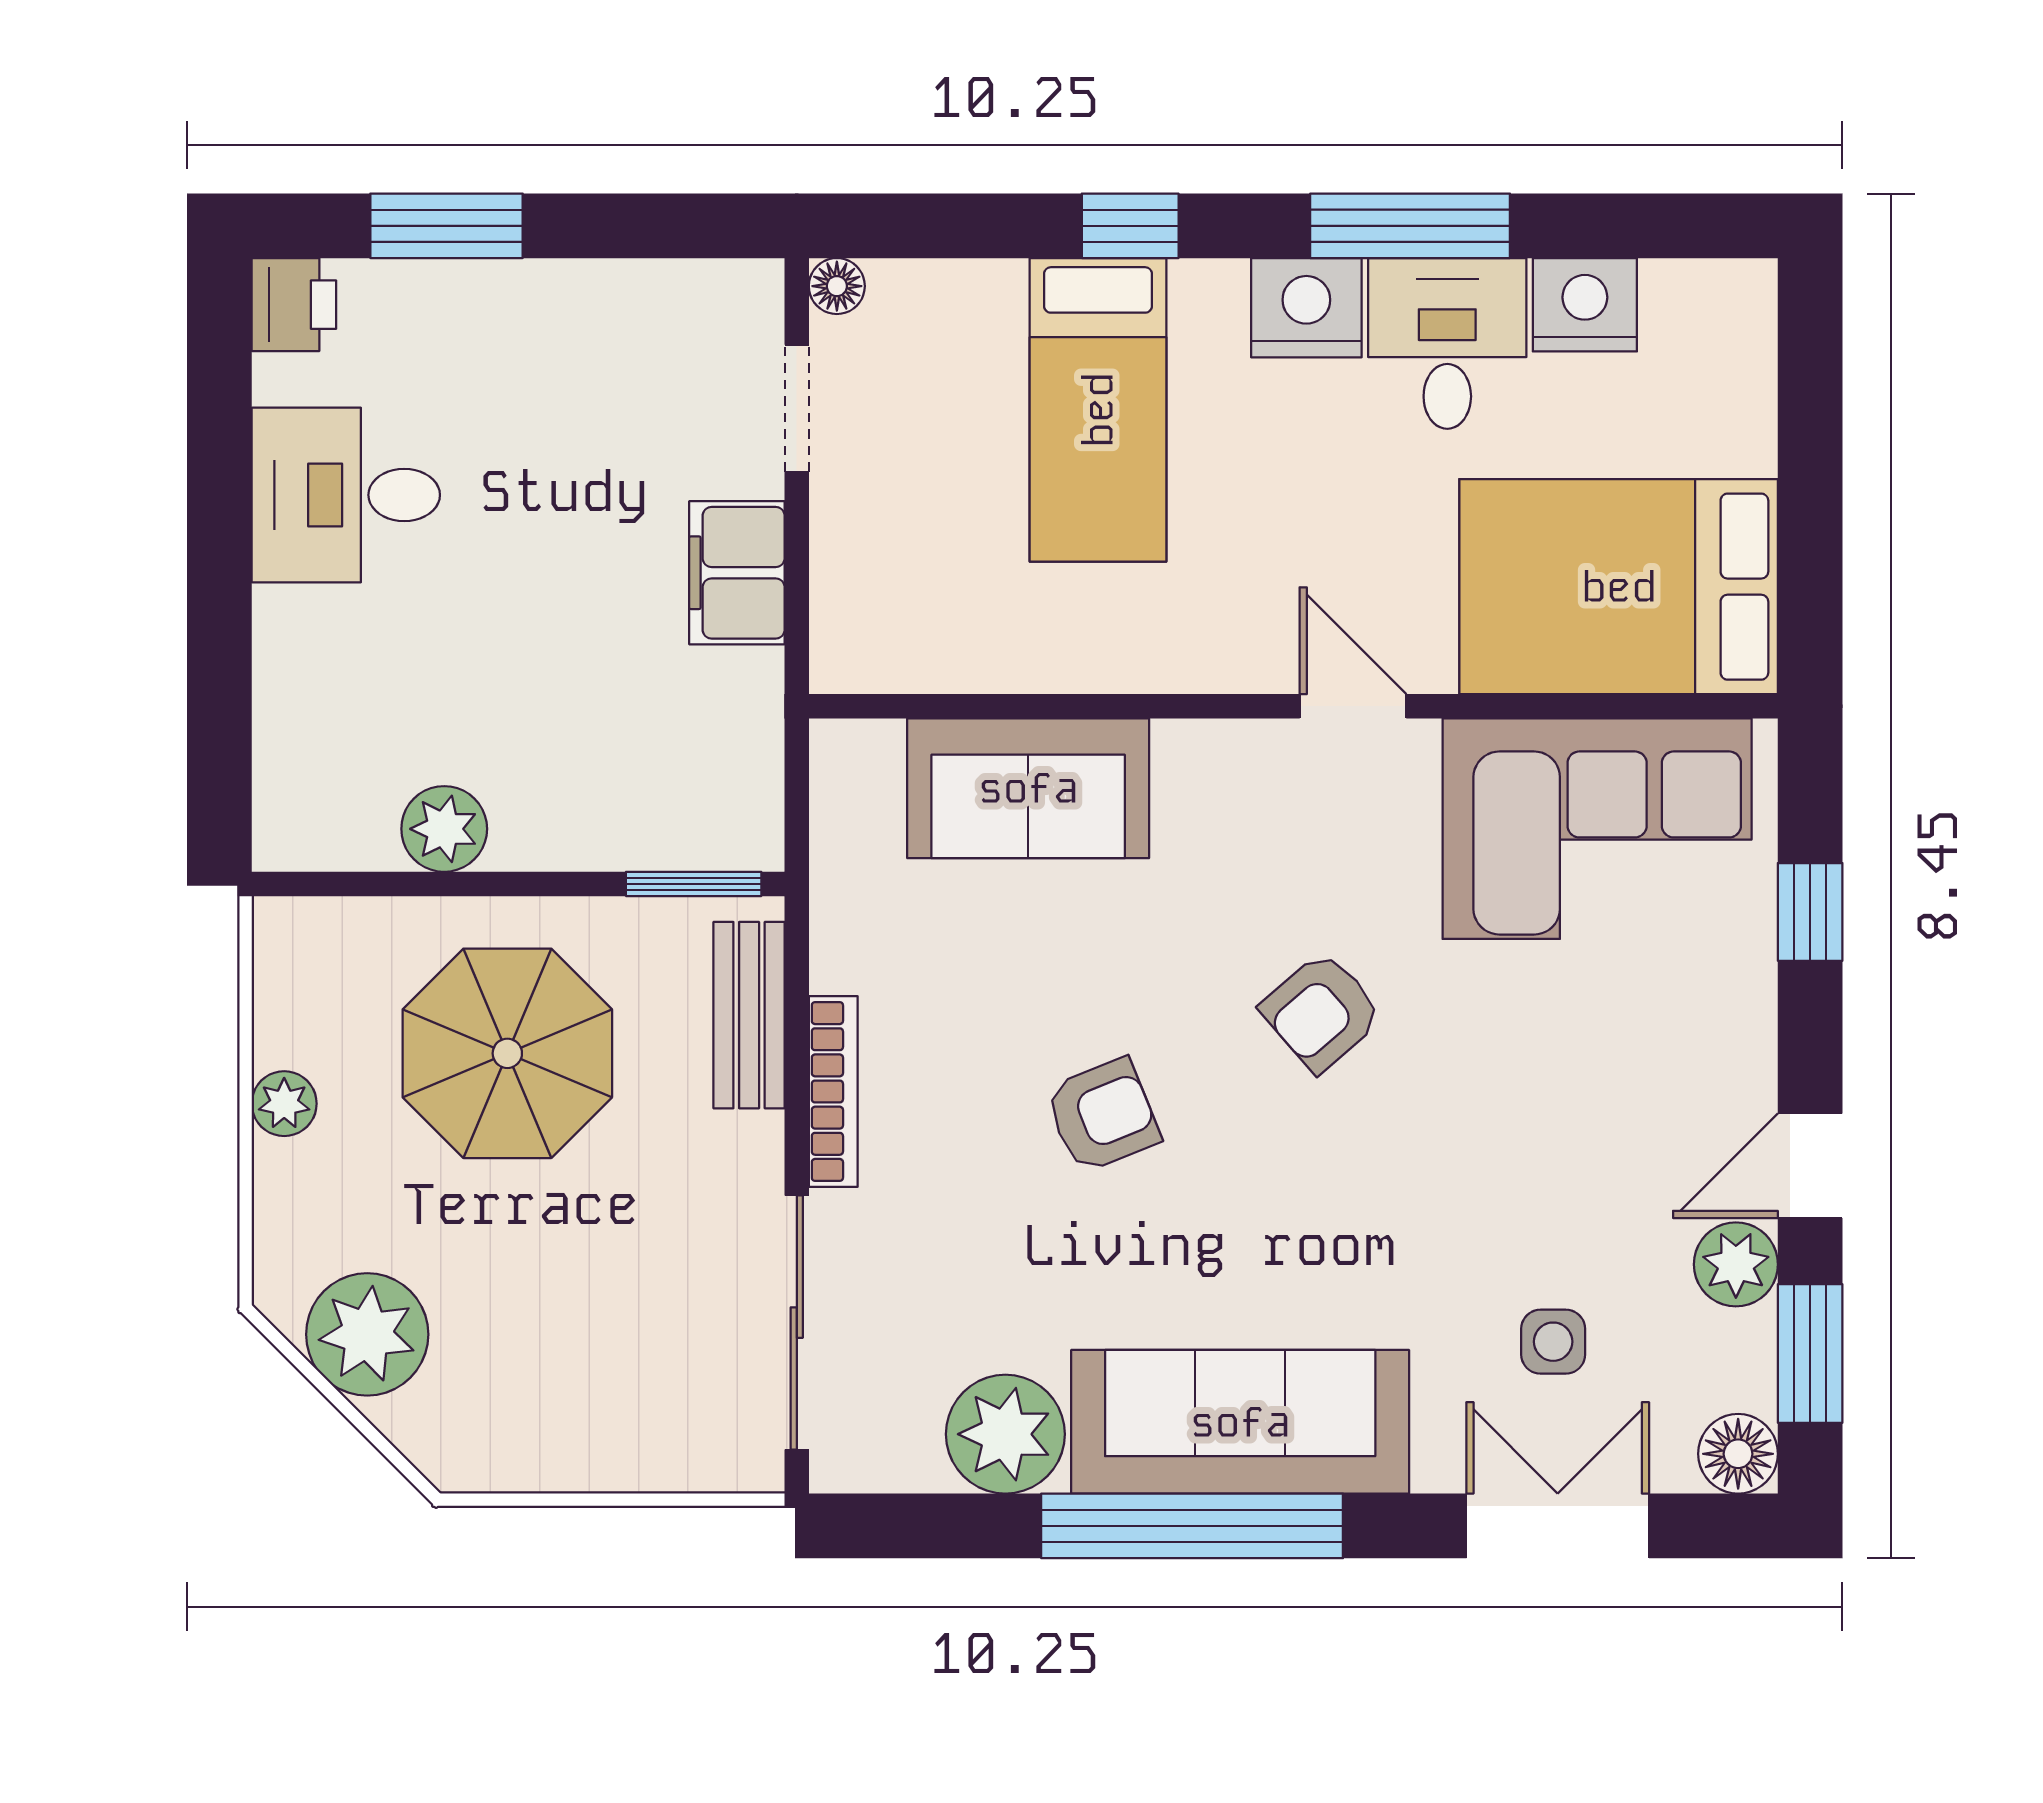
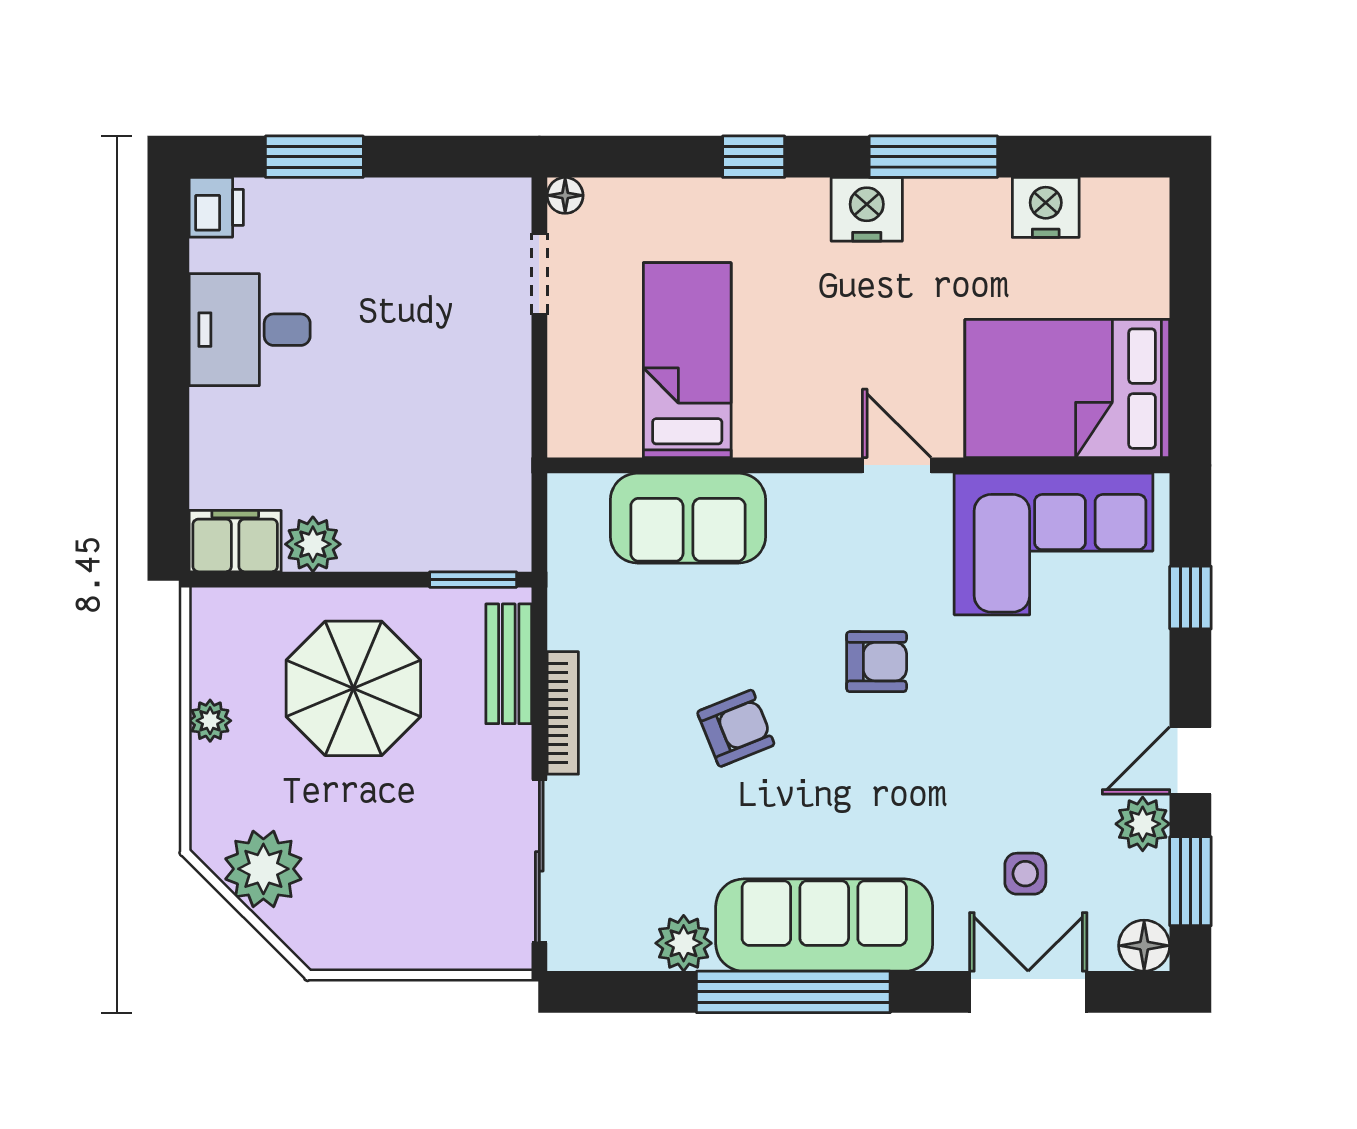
desk: (1447, 343) -> (957, 232), removed
bed: (1098, 410) -> (687, 360), moved, turned 180
filing cabinet: (737, 573) -> (235, 541), moved, turned 90
armchair: (1322, 1012) -> (877, 662), turned -139
plant: (1005, 1434) -> (684, 943), width x0.73, depth x0.73

